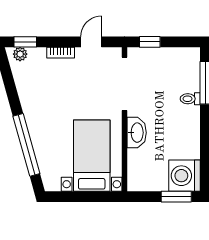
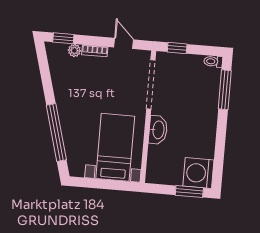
door: (91, 42) -> (124, 43), hinge flipped
plant: (20, 54) -> (74, 50), moved
toilet: (190, 99) -> (213, 61), moved

